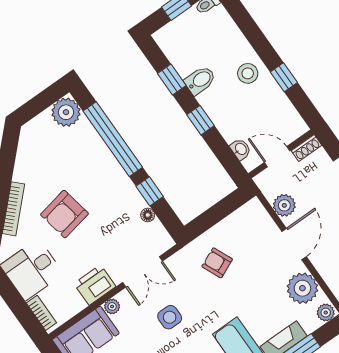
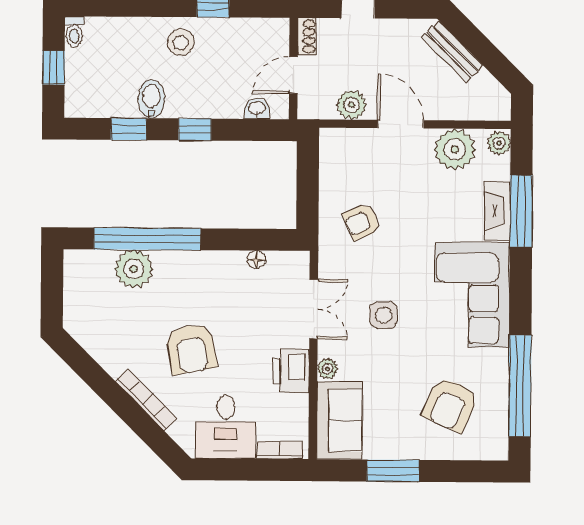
plant: (66, 112) -> (134, 269), moved
window: (150, 191) -> (232, 239), removed

